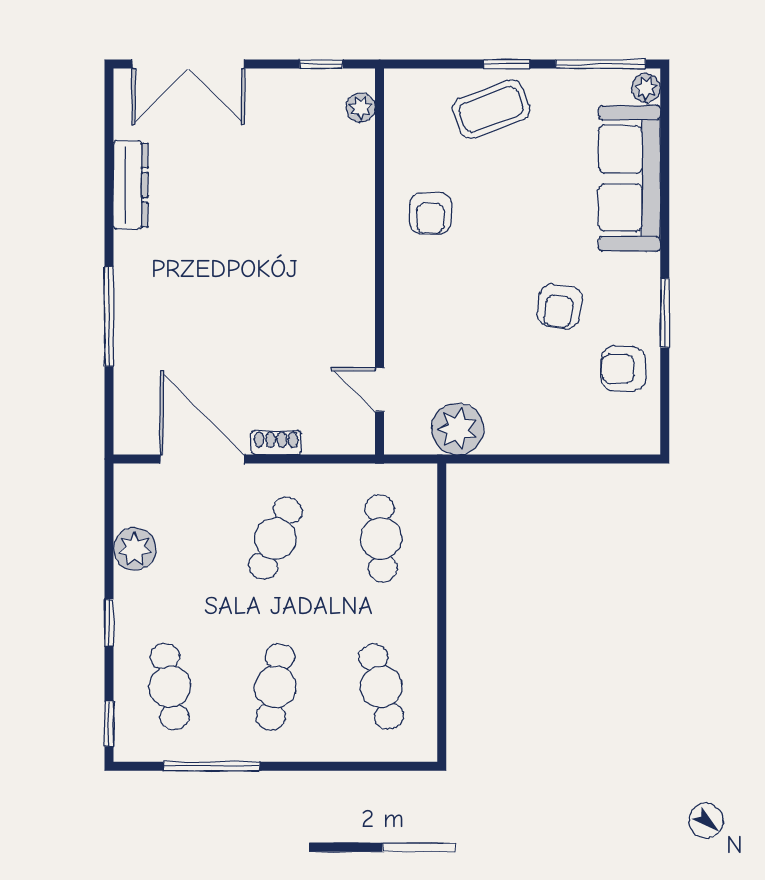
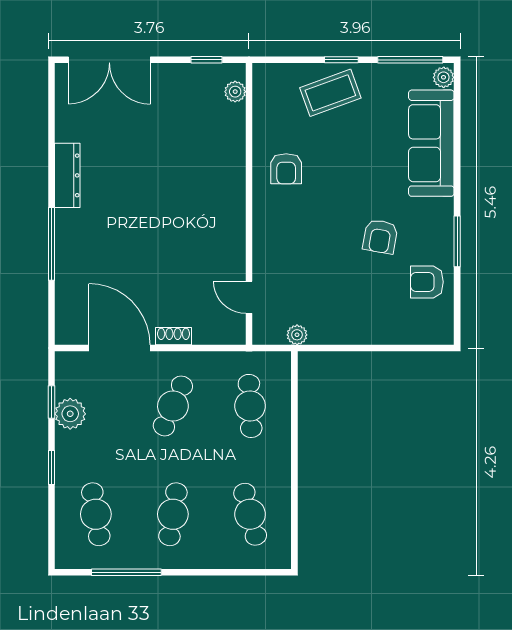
dresser: (131, 185) -> (67, 175), moved
plant: (457, 429) -> (297, 335), width x0.53, depth x0.53
window: (109, 724) -> (51, 402), moved

